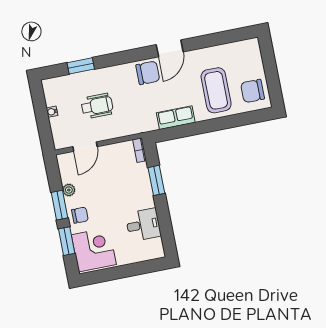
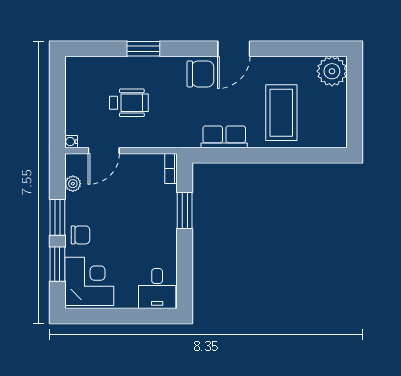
plant: (249, 51) -> (332, 71), added
window: (81, 66) -> (143, 49), moved
chair: (253, 91) -> (327, 123), removed
water cooler: (52, 112) -> (71, 142), moved
plant: (69, 190) -> (73, 184), moved
desk: (143, 225) -> (157, 288), moved, turned 90

